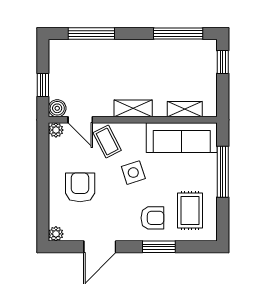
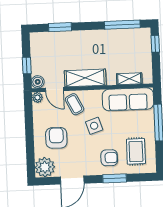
window: (91, 34) -> (60, 27), width x0.69
shelving: (133, 108) -> (85, 78), width x1.50, depth x1.33
plant: (56, 234) -> (45, 167), width x1.88, depth x1.88

